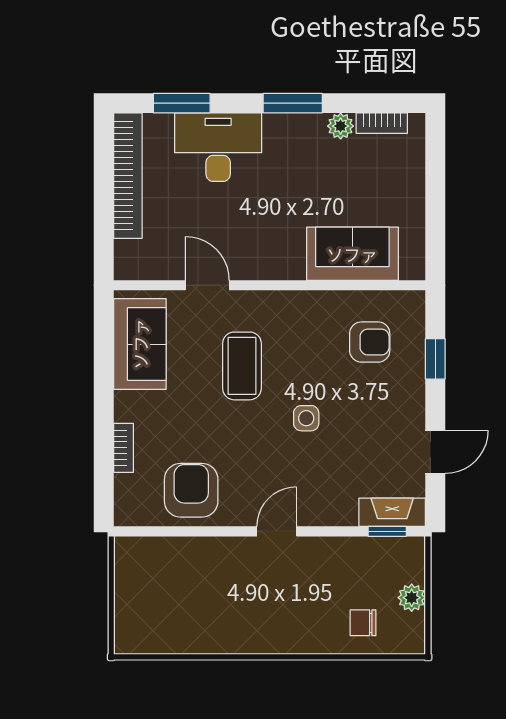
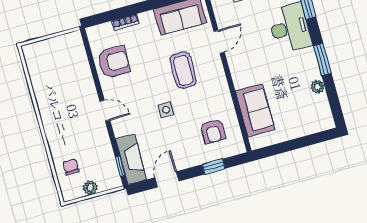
bookcase: (382, 123) -> (325, 107), removed
coffee table: (242, 366) -> (183, 70), turned 90
door: (435, 452) -> (167, 179), swing flipped
fireplace: (392, 512) -> (131, 159), width x1.37, depth x1.32

